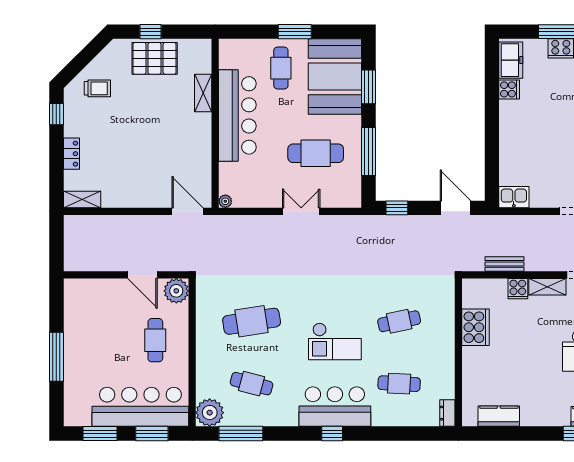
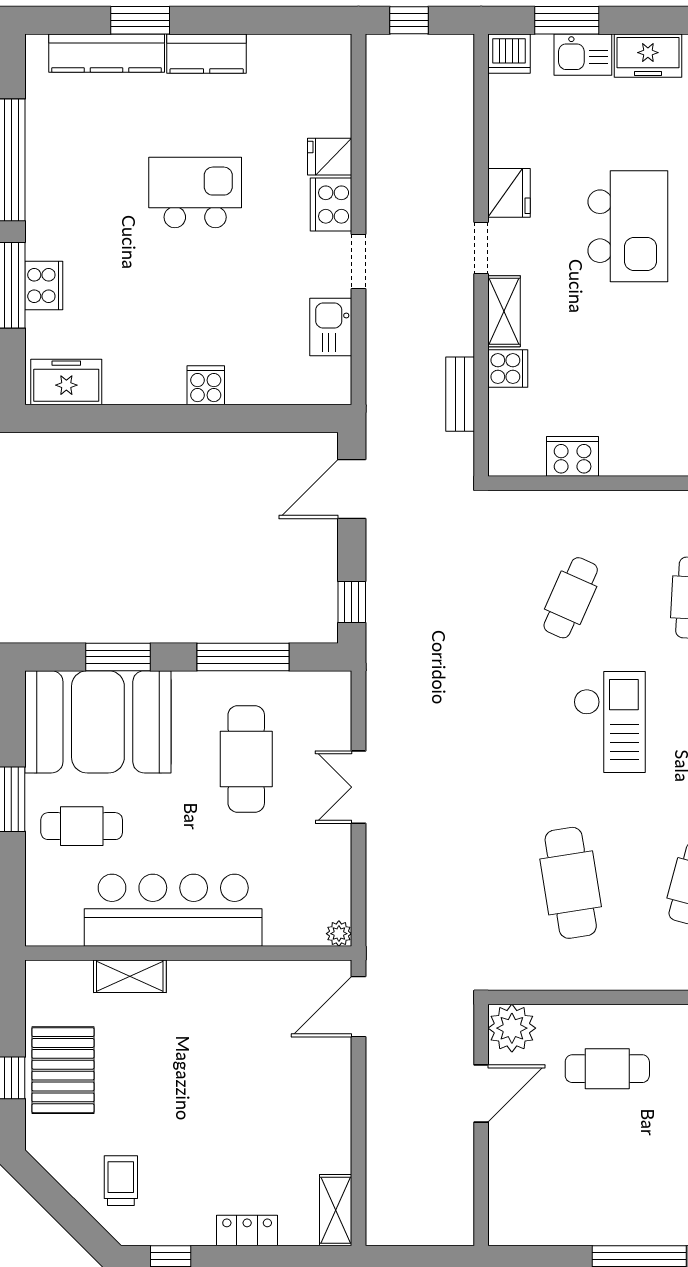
cooker: (509, 89) -> (206, 385), moved
kitchen sink: (514, 197) -> (331, 327), moved
cafe table: (399, 321) -> (571, 598), turned 36
cooker: (476, 327) -> (573, 456), width x0.73, depth x0.76

